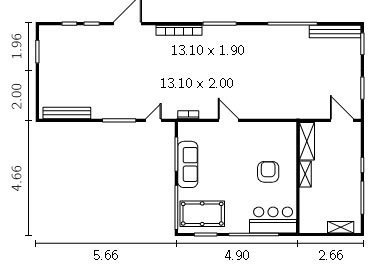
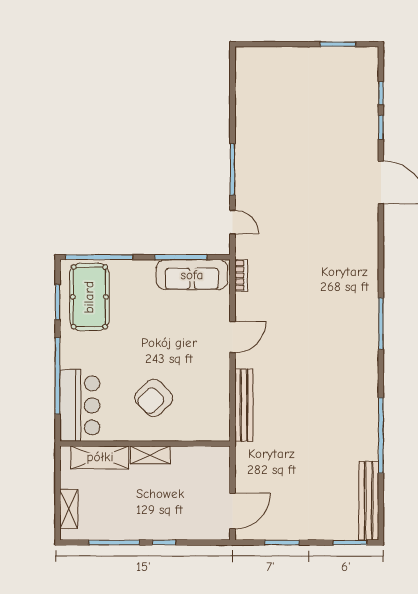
bookcase: (179, 30) -> (371, 261), removed
bench: (67, 113) -> (244, 405), moved
shelving: (307, 141) -> (100, 457), moved
sofa: (188, 164) -> (192, 275), moved
armchair: (268, 172) -> (154, 398), turned 136

